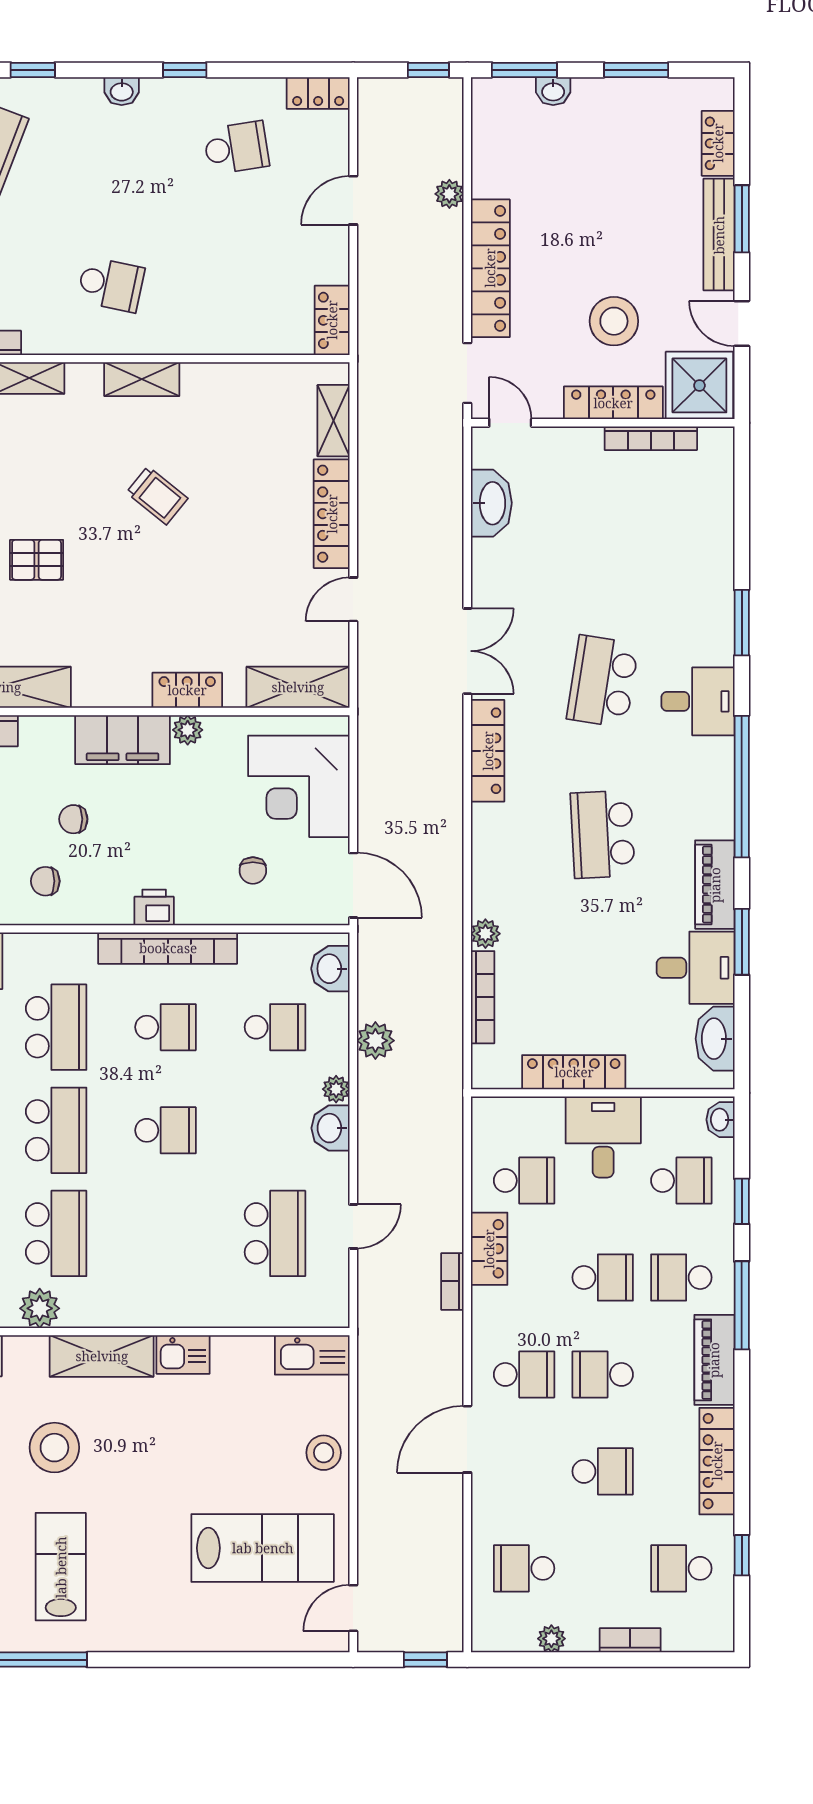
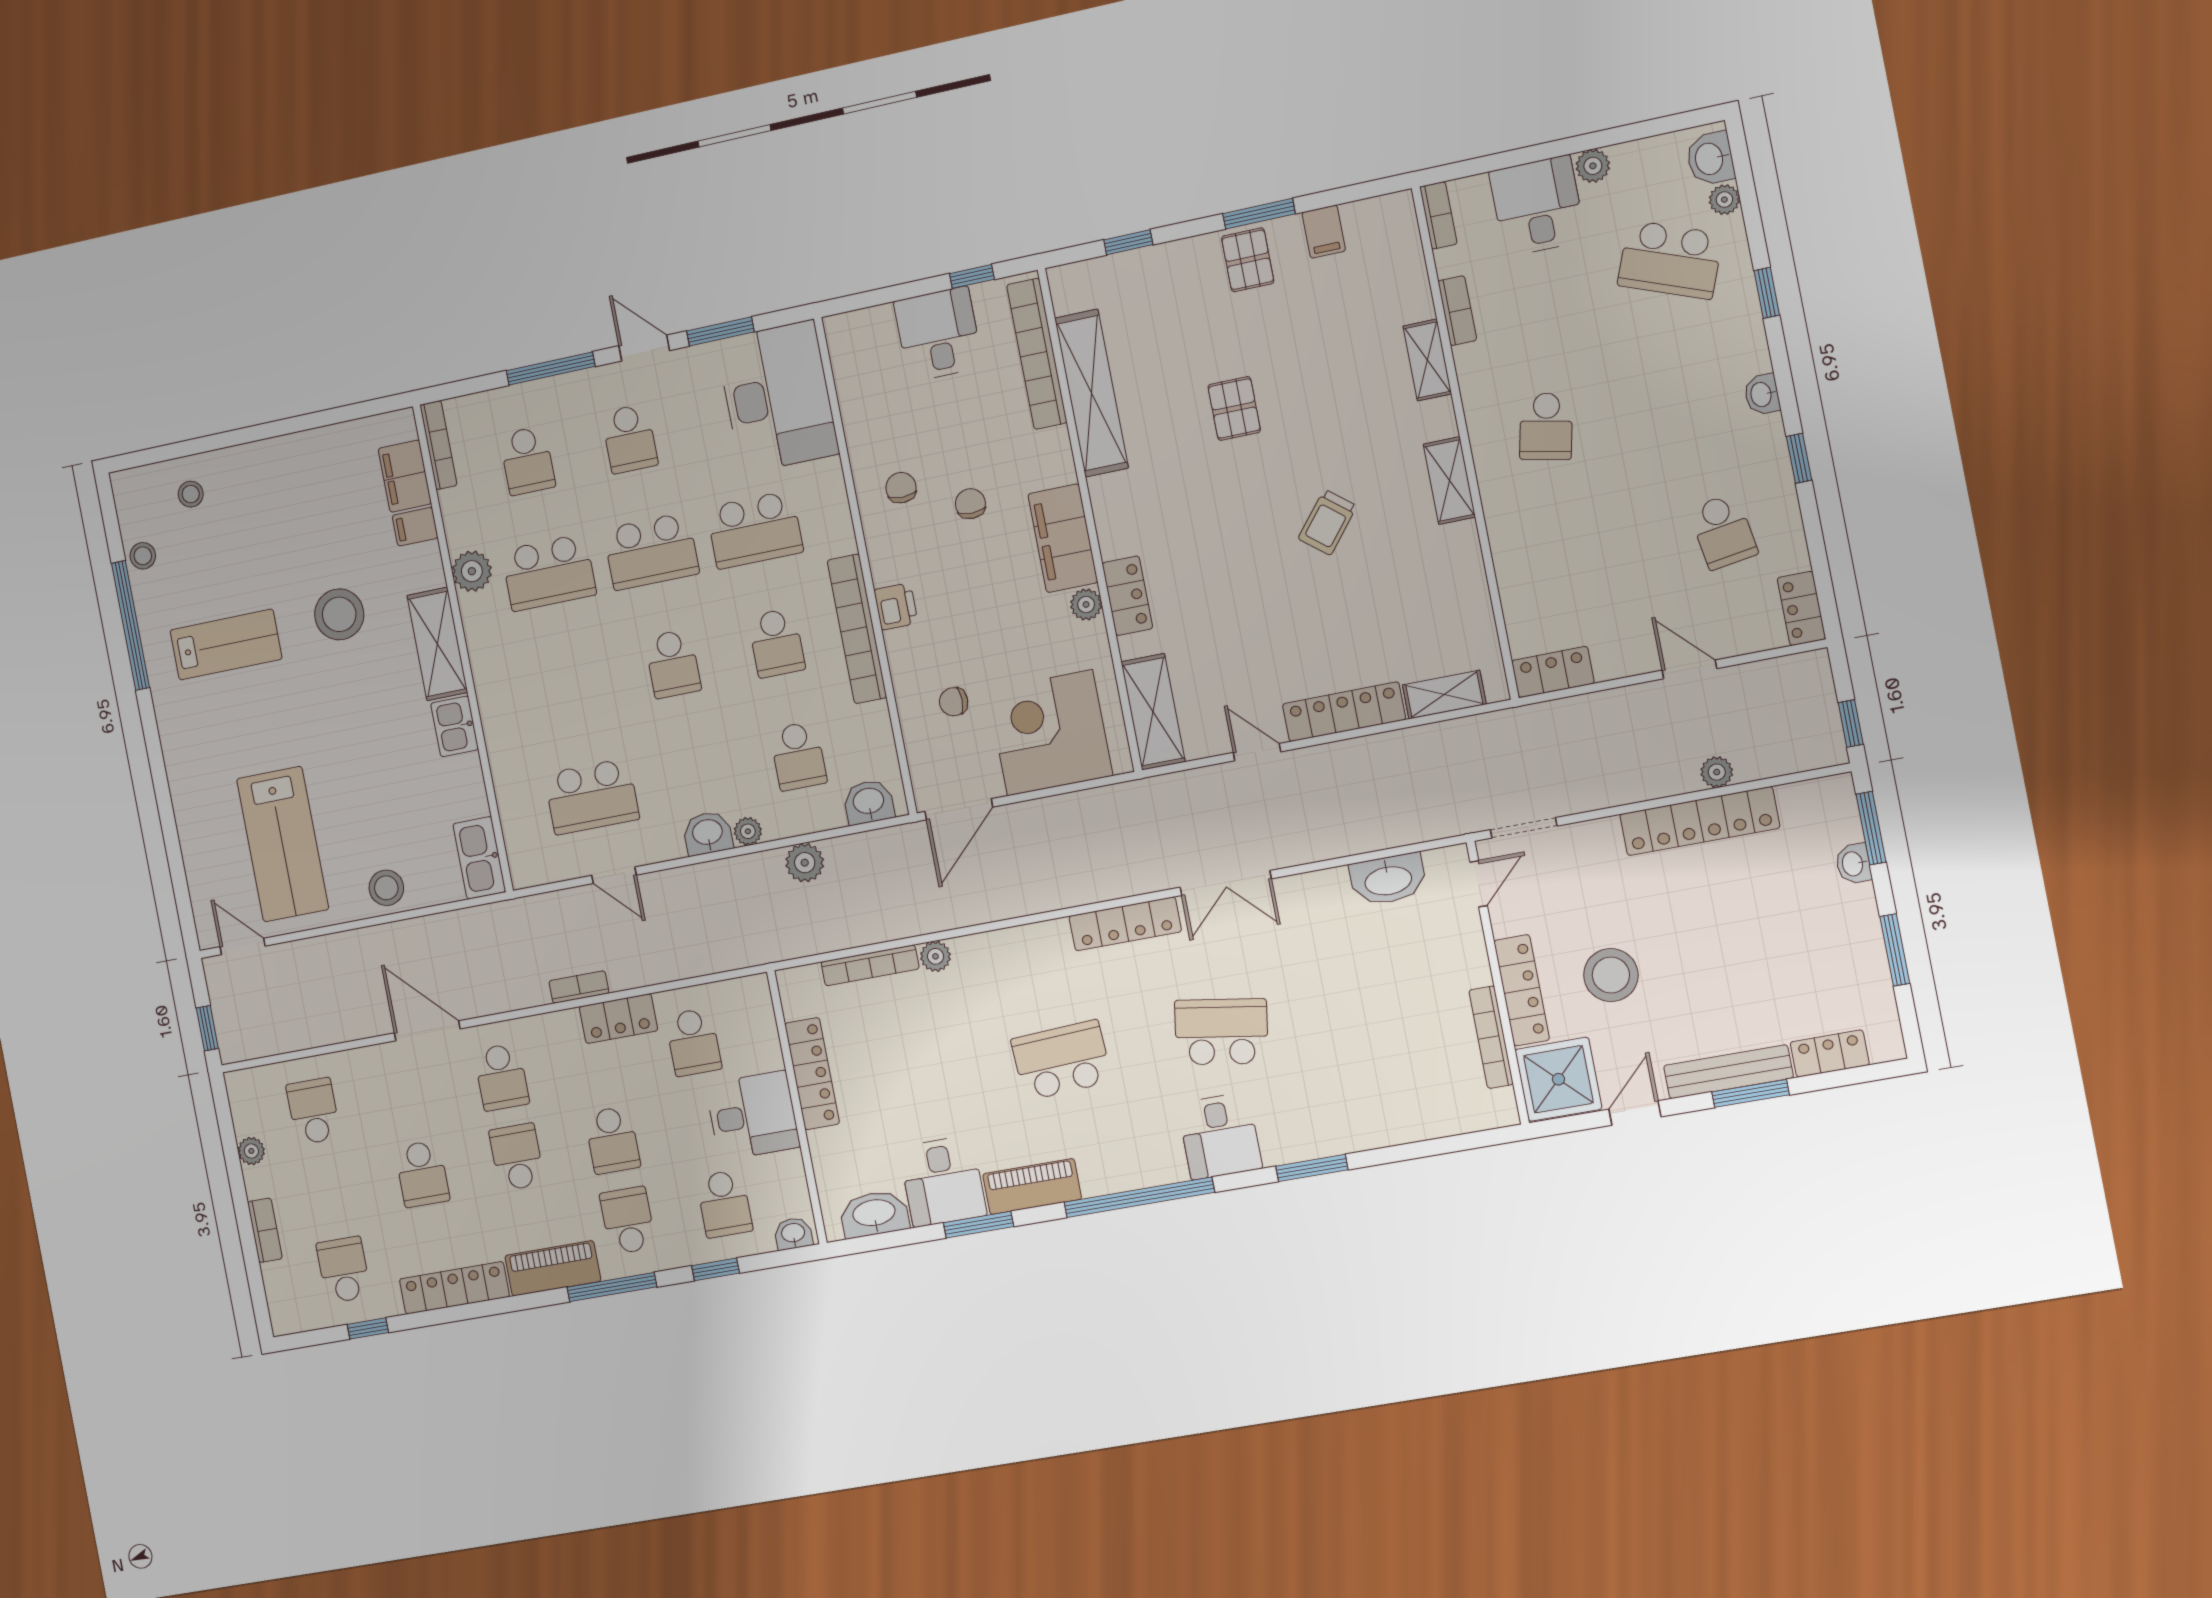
locker: (490, 268) -> (1700, 821), moved

